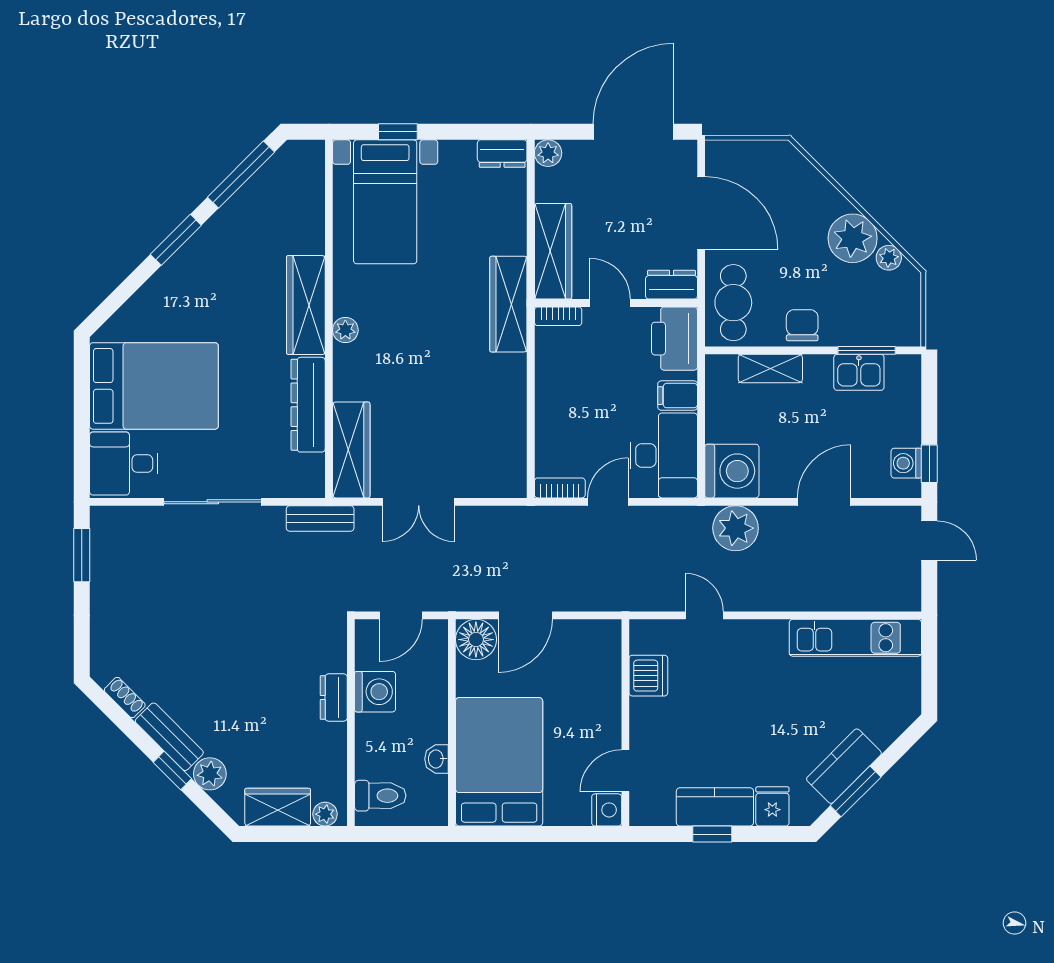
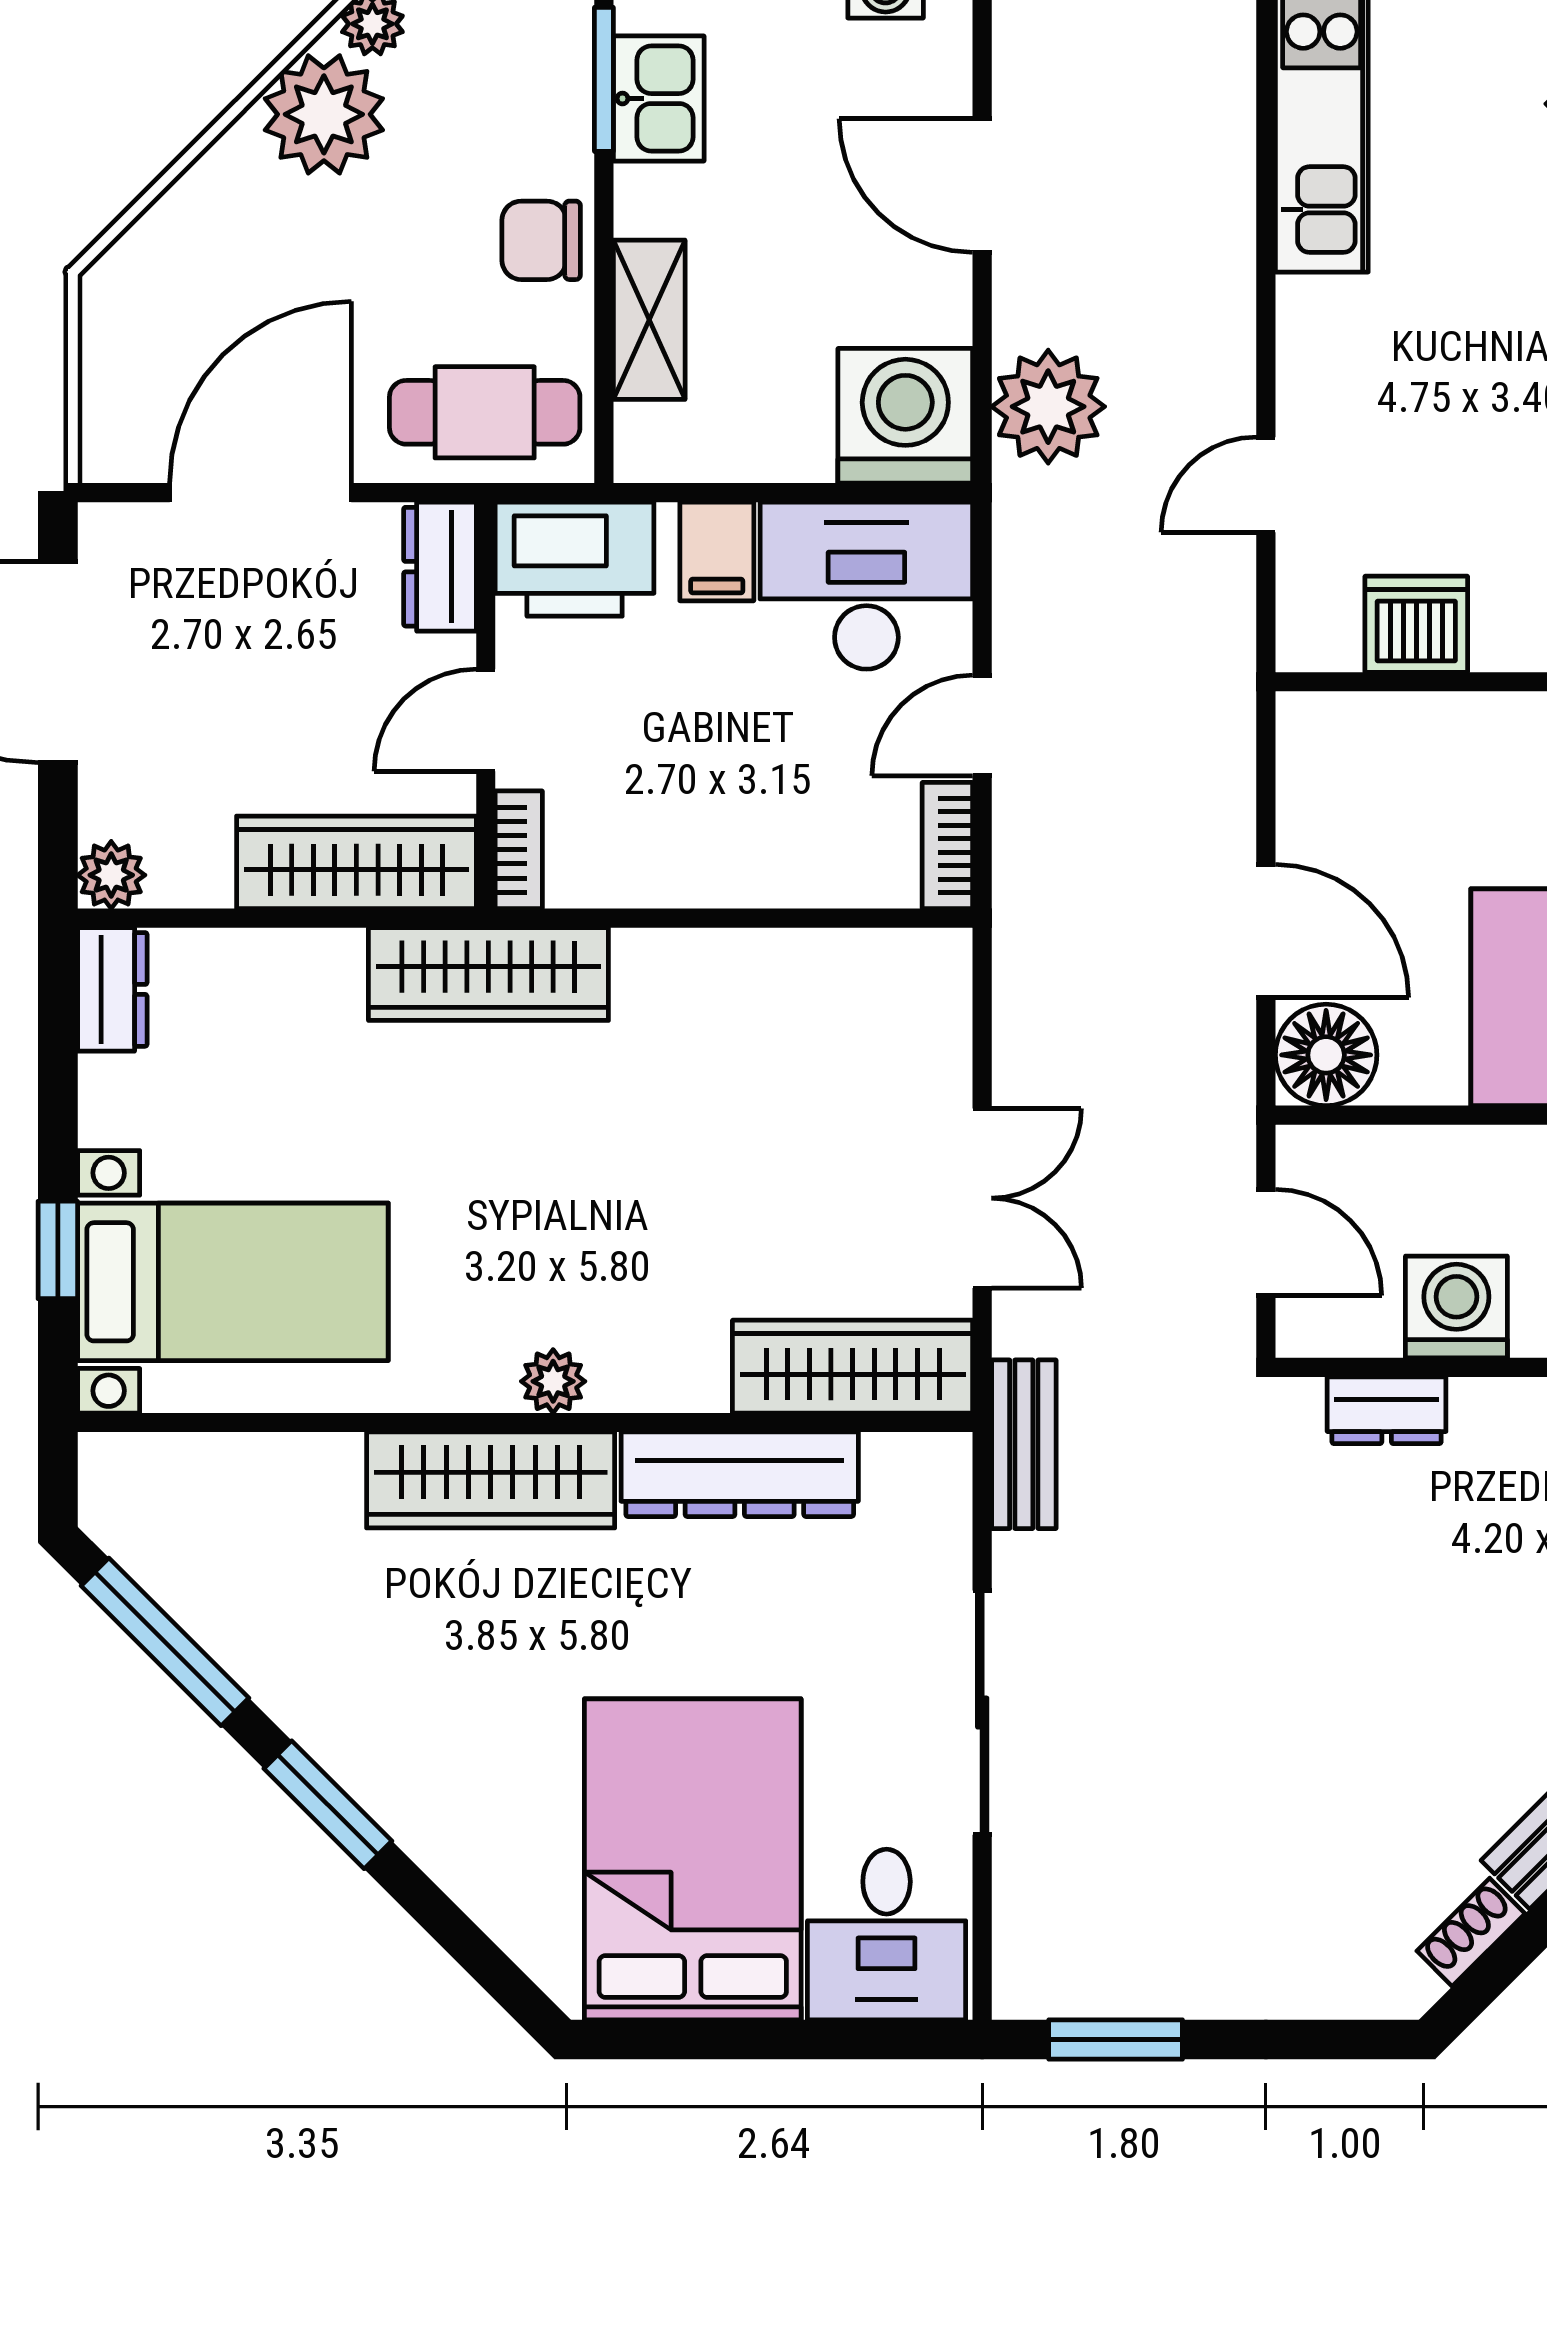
door: (608, 502) -> (982, 726), hinge flipped
dresser: (334, 698) -> (1387, 1410), moved

